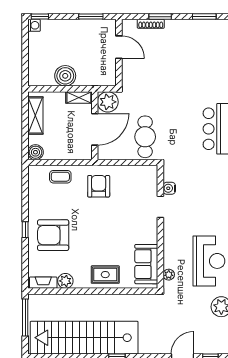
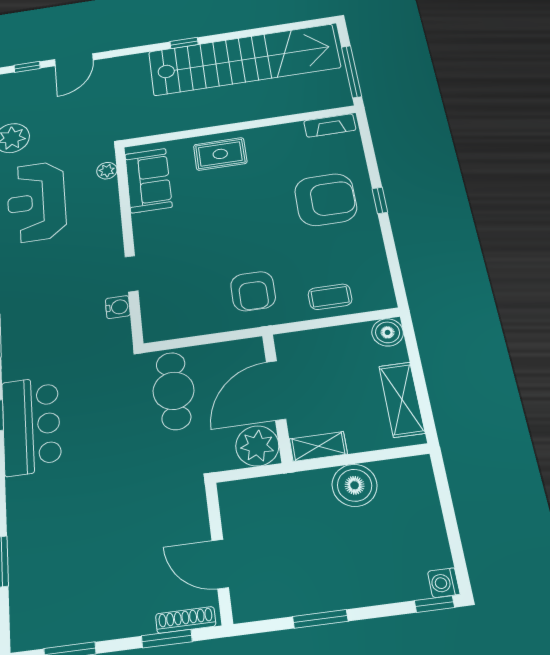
door: (119, 47) -> (220, 564), moved
wall: (119, 53) -> (219, 552), moved
plant: (65, 281) -> (290, 134), removed

